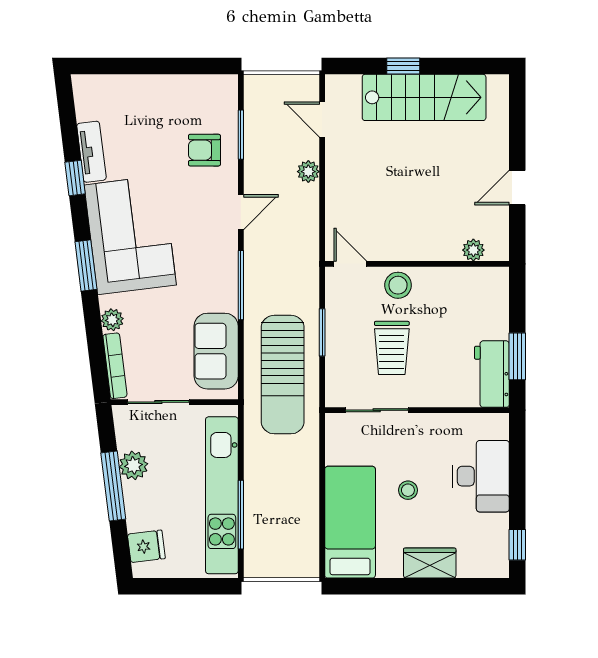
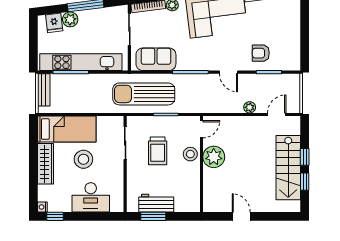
window: (451, 66) -> (305, 182), added
armchair: (204, 150) -> (261, 53), turned -90
plant: (473, 250) -> (214, 157), moved, width x1.87, depth x1.87
trolley: (392, 348) -> (158, 151), turned -90
workbench: (492, 374) -> (156, 203), moved
plant: (134, 465) -> (70, 19), moved
stool: (408, 490) -> (83, 159), width x1.89, depth x1.89
wardrobe: (430, 563) -> (45, 164), width x1.50
bench: (275, 566) -> (44, 90), added
nightstand: (499, 569) -> (42, 207), added

